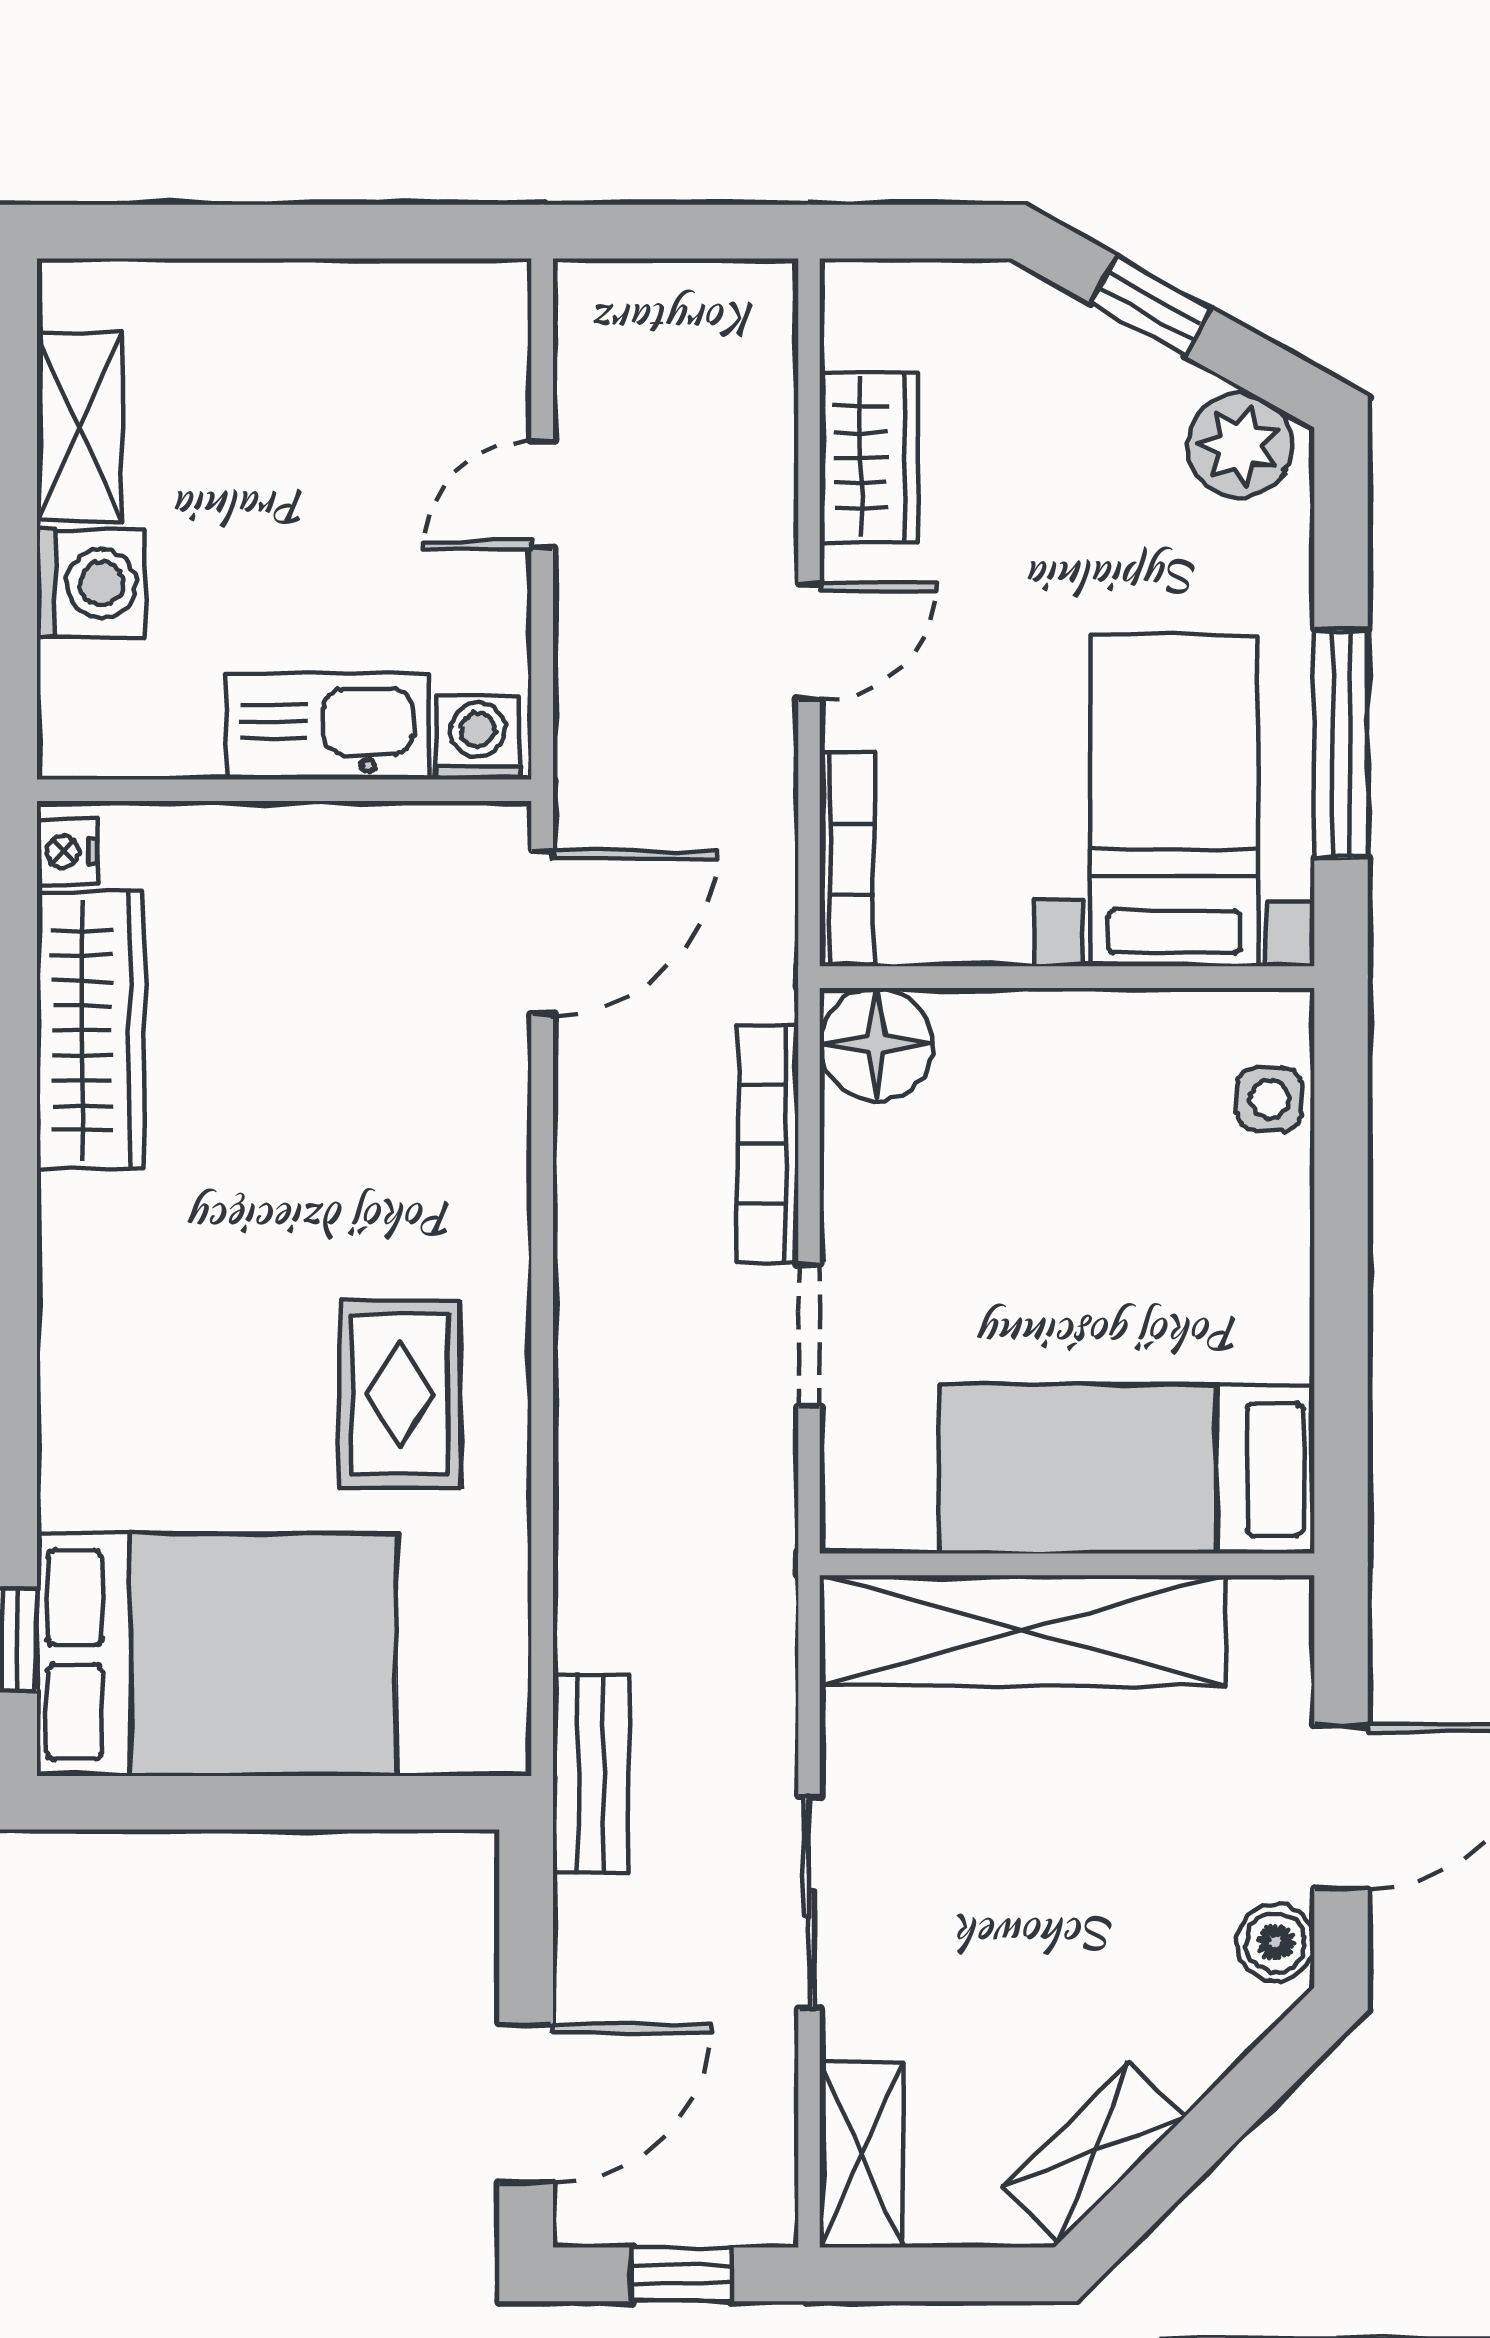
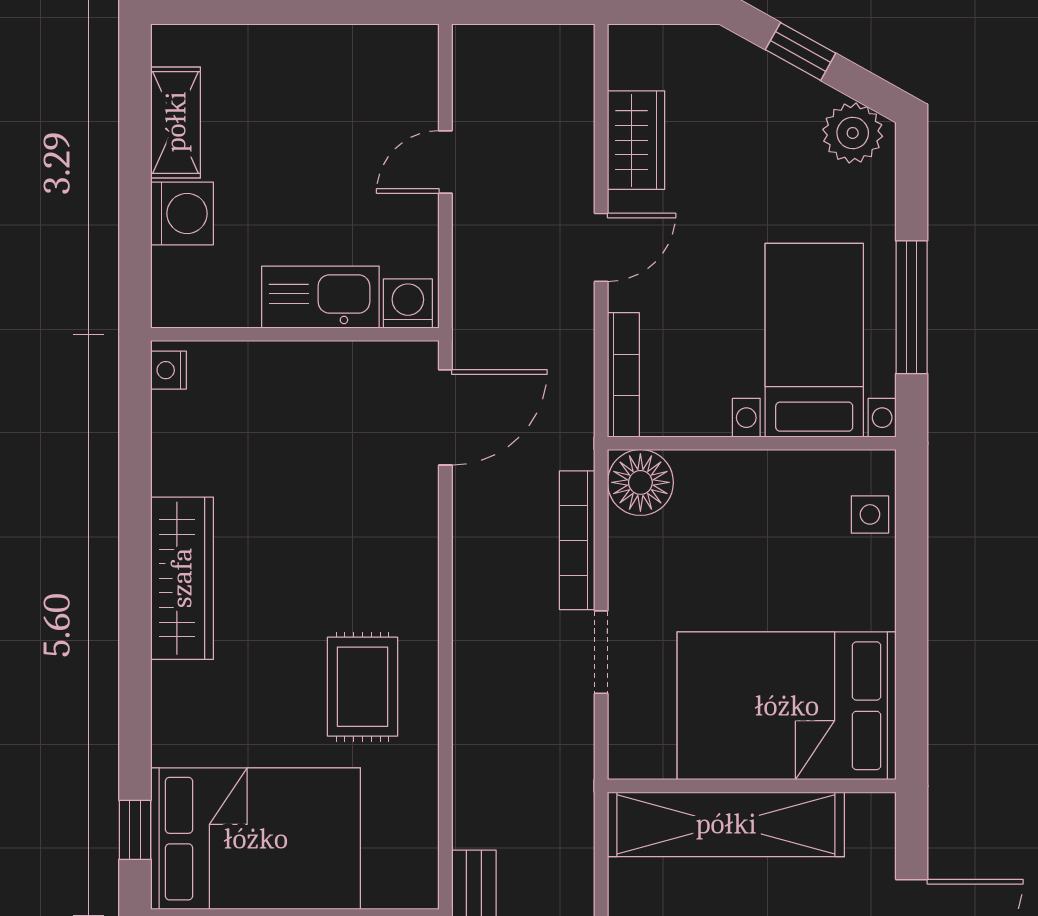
wardrobe: (91, 1030) -> (182, 578), moved
bed: (1127, 1469) -> (787, 706), width x1.50

